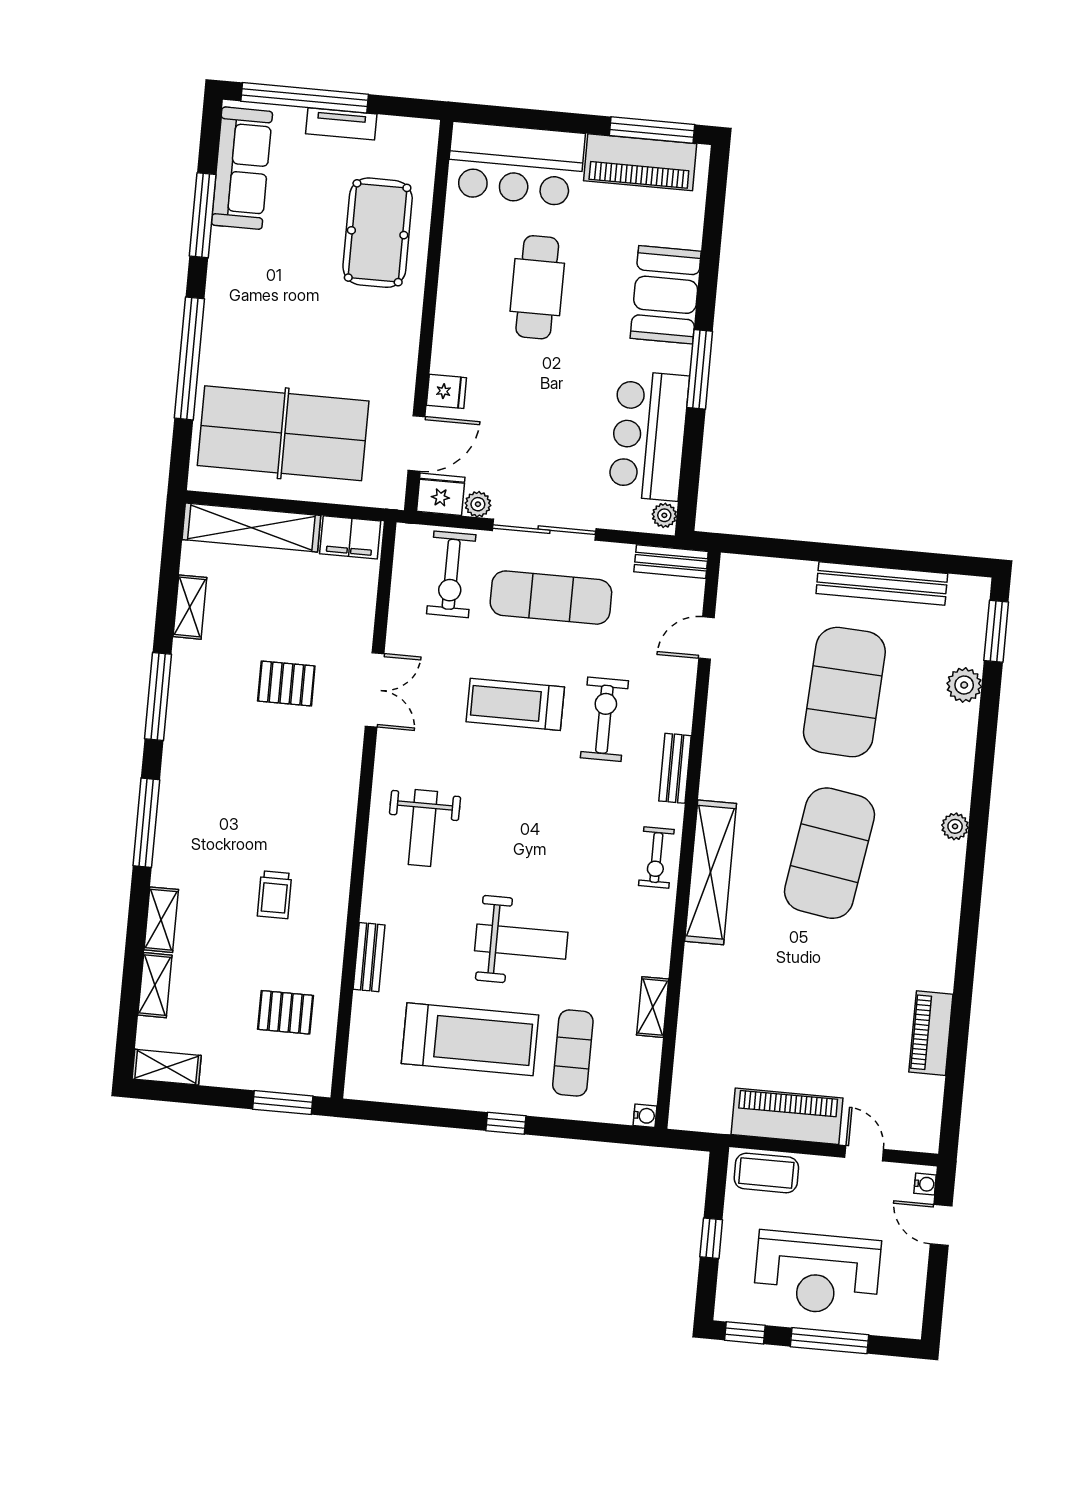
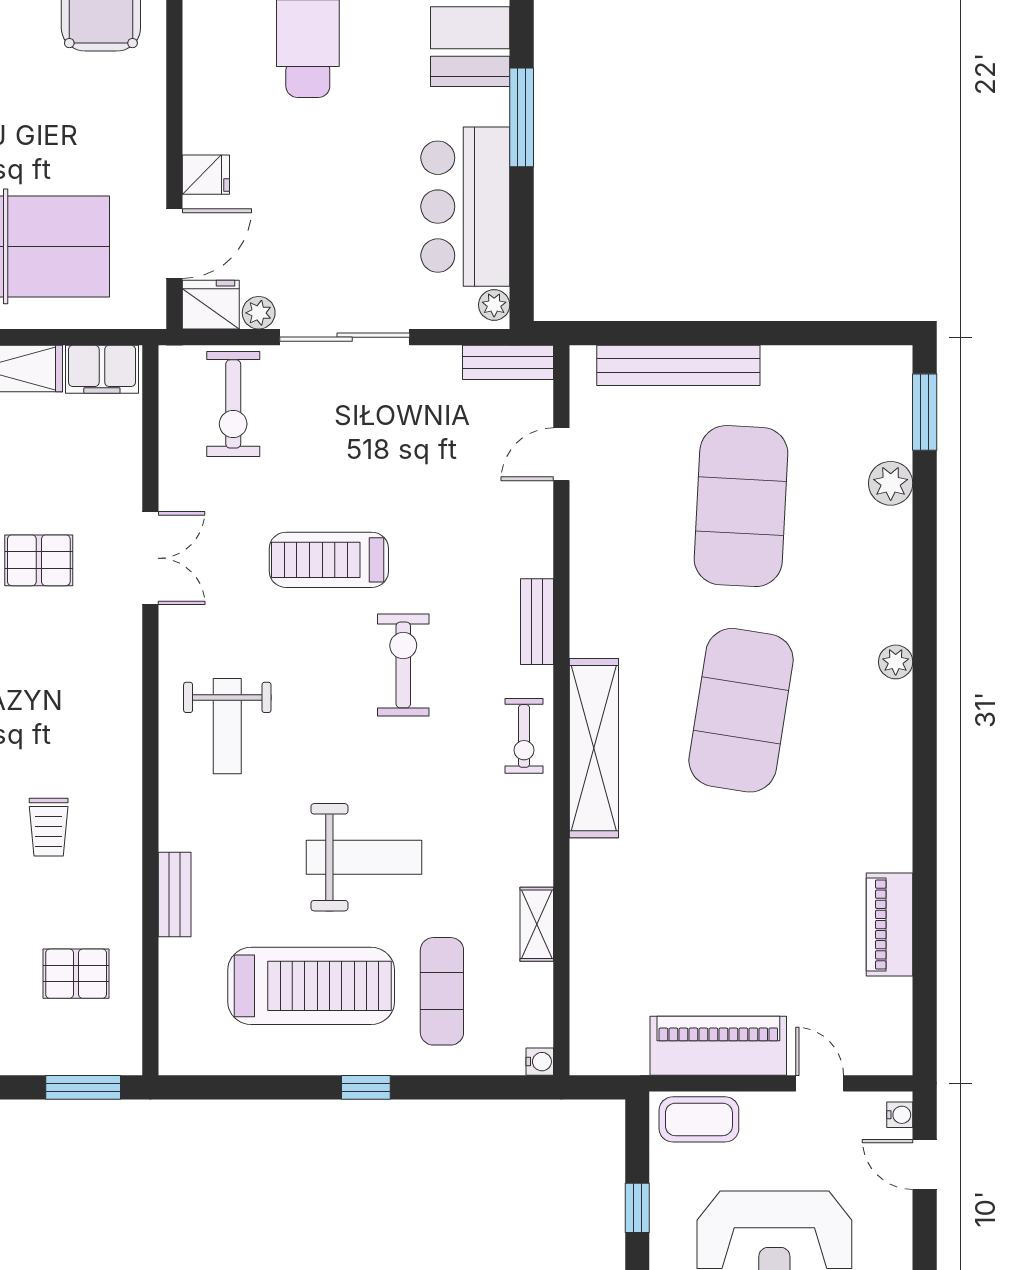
bench: (882, 584) -> (678, 365), moved
exercise mat: (551, 598) -> (361, 422), removed
exercise bike: (604, 719) -> (403, 665), moved

